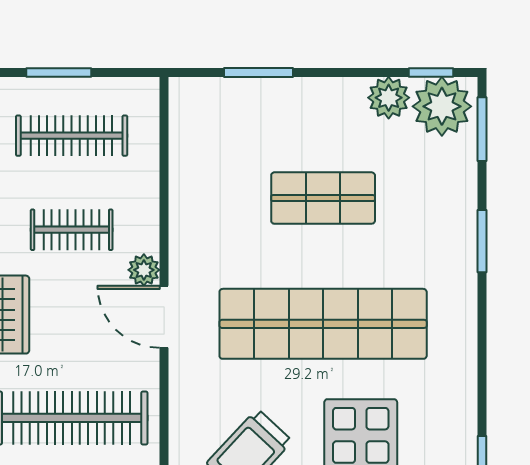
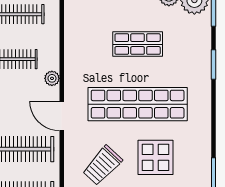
door: (164, 317) -> (62, 116), moved

